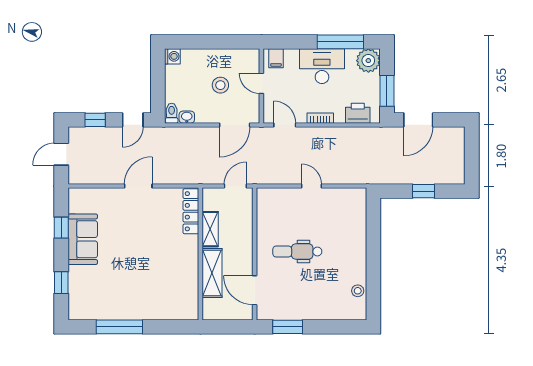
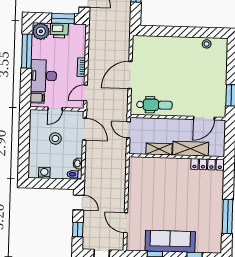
washing machine: (172, 56) -> (44, 173), moved
desk: (322, 66) -> (44, 76), moved
printer: (358, 113) -> (59, 31), moved, turned -90
door: (138, 186) -> (126, 223), moved
door: (311, 186) -> (130, 75), width x1.88
locker: (191, 211) -> (207, 164), moved
sofa: (83, 239) -> (170, 241), width x1.36
dental chair: (297, 252) -> (154, 105), moved, turned -90

